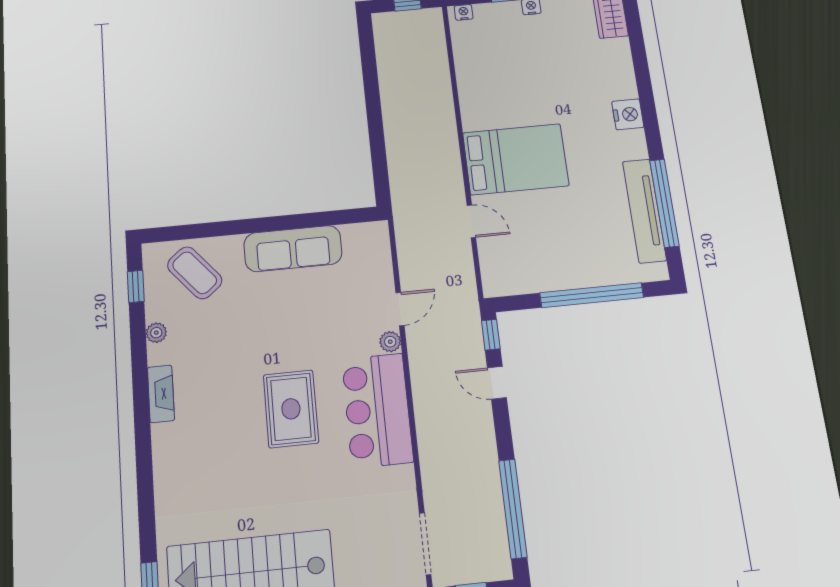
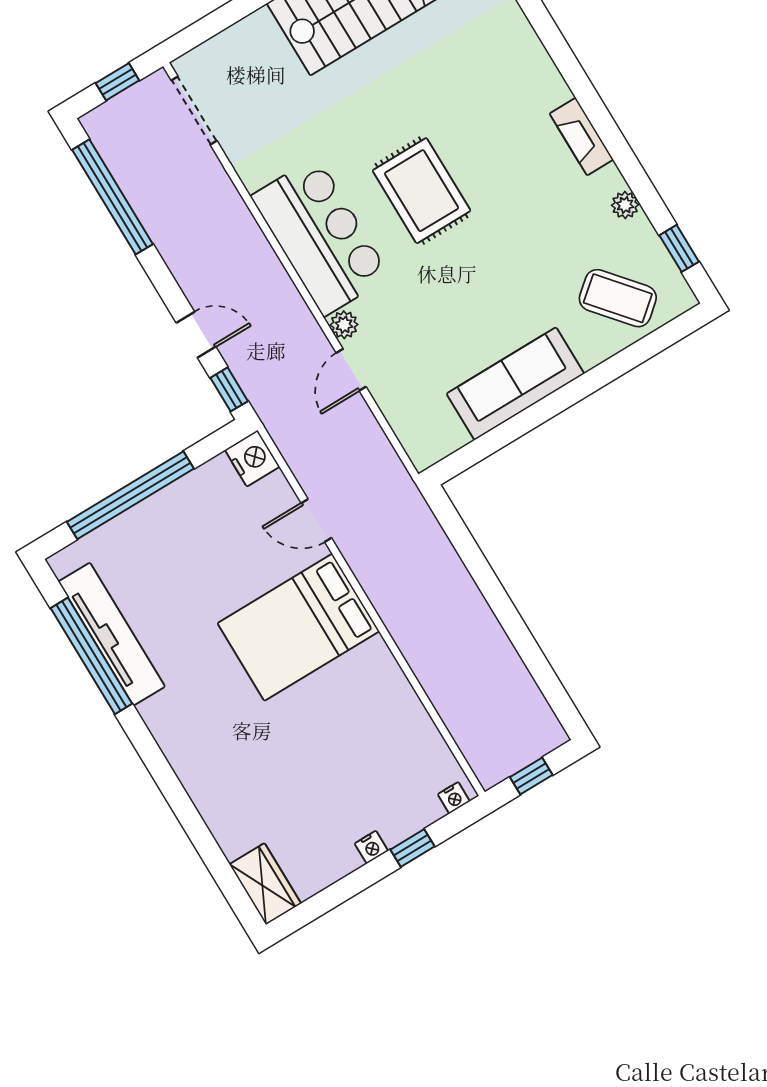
nightstand: (628, 114) -> (252, 458), moved, turned 180

